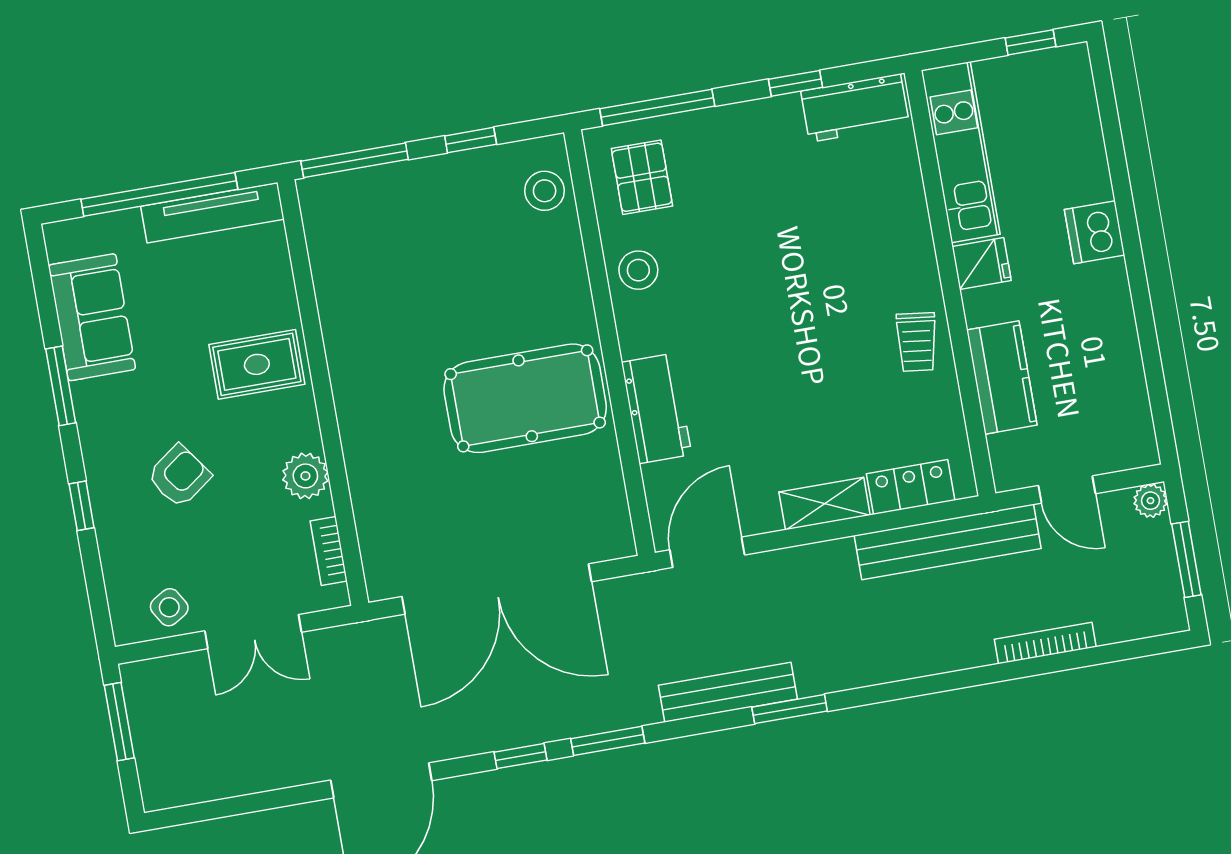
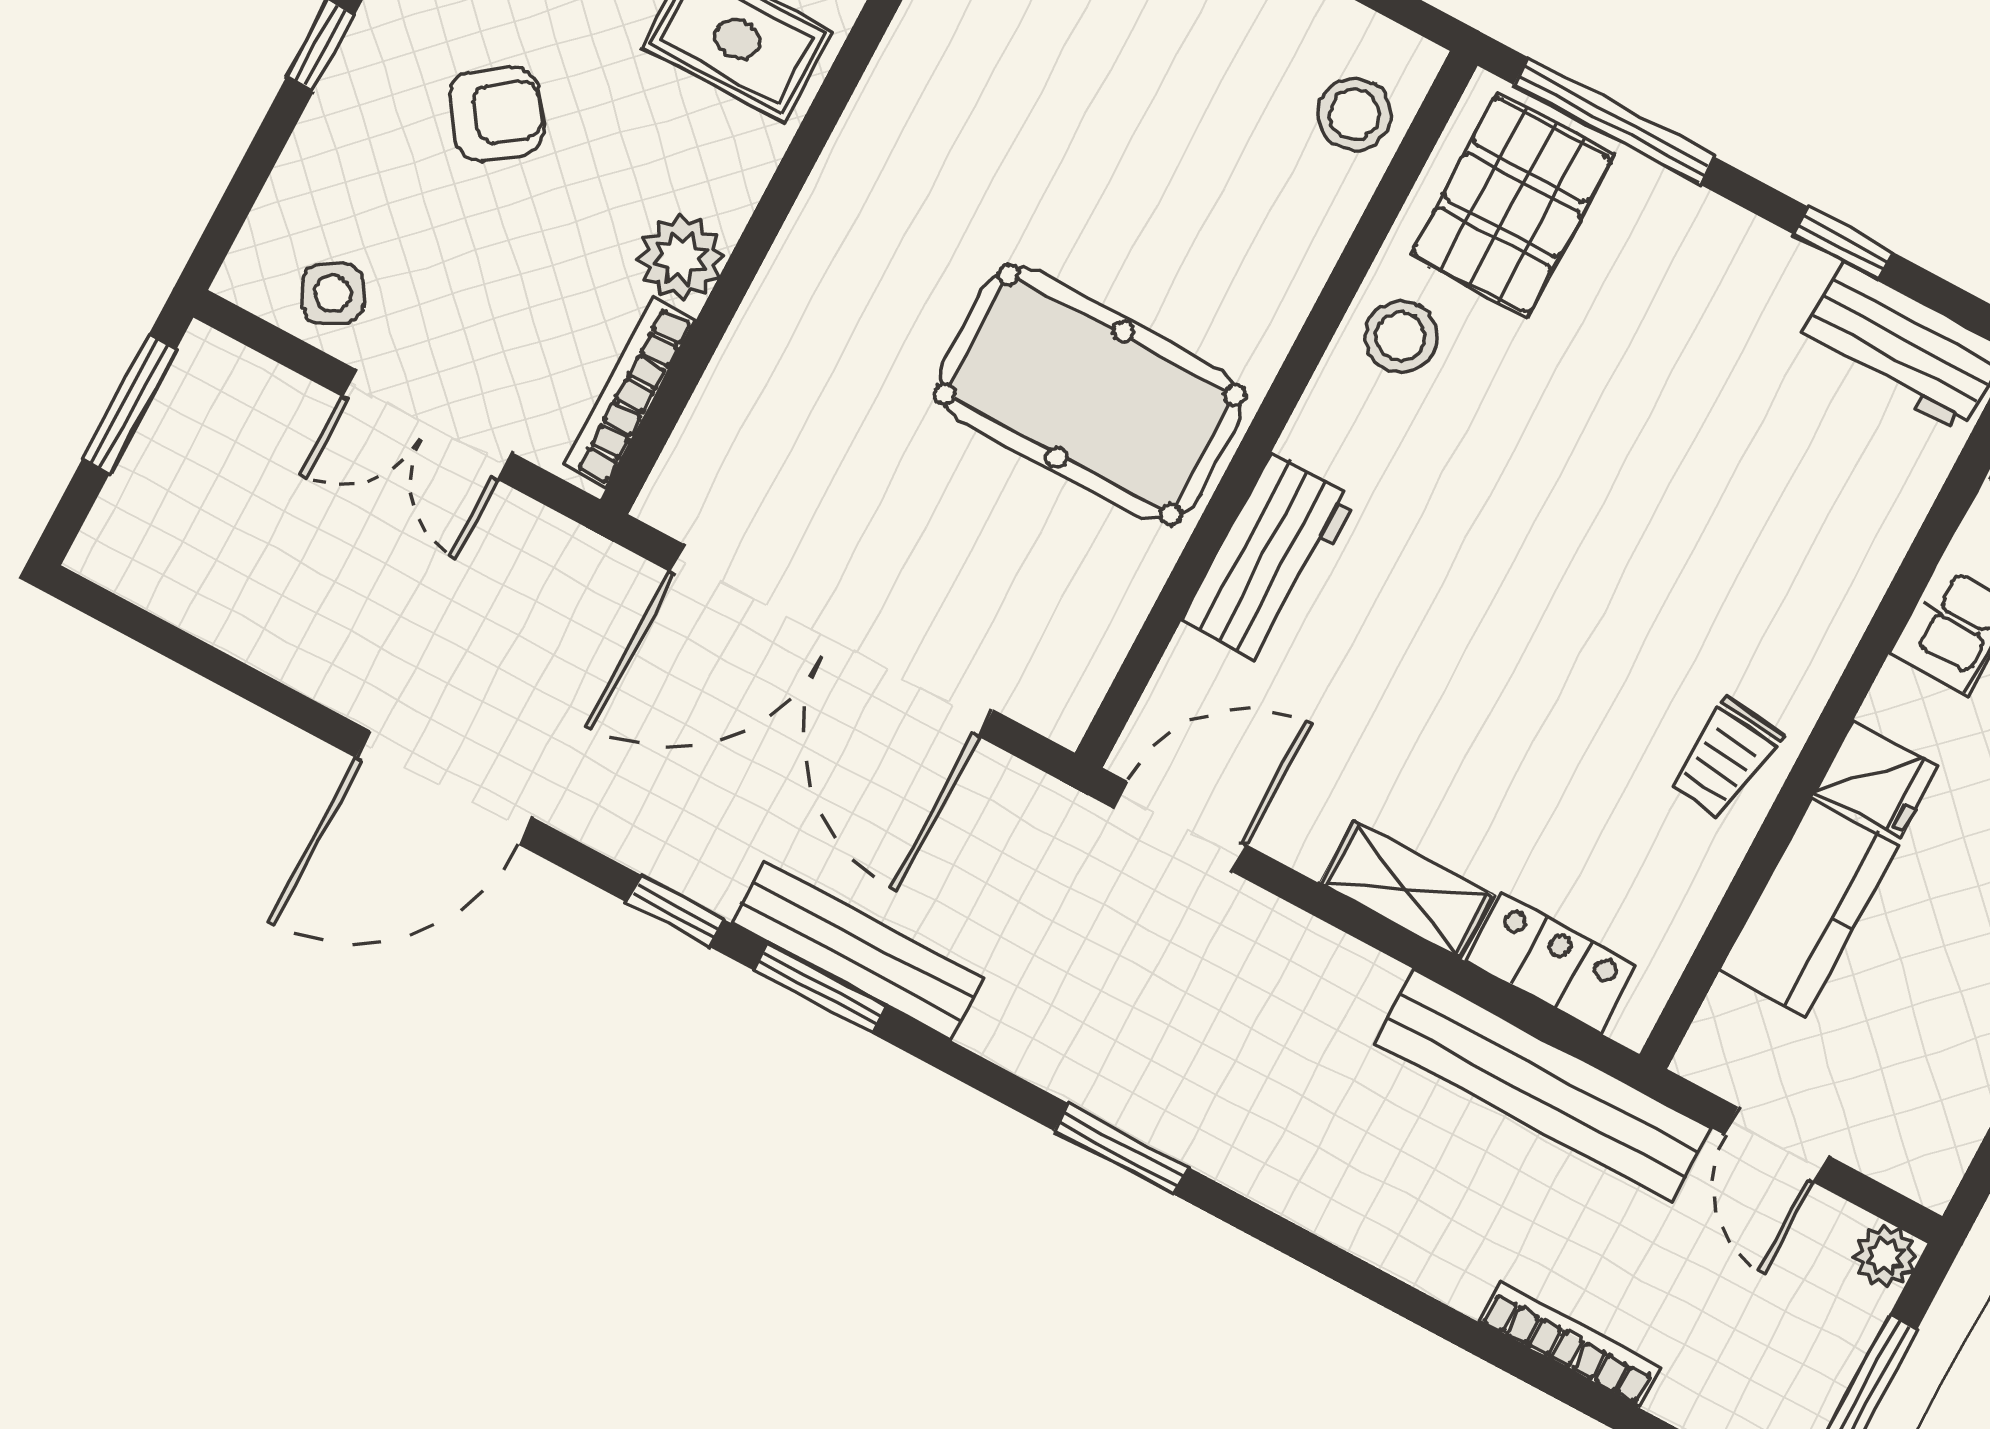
pallet: (642, 177) -> (1512, 205), width x1.50, depth x1.42
fridge: (982, 263) -> (1877, 779), moved
bookcase: (329, 551) -> (629, 393), width x1.56
bench: (728, 692) -> (857, 951), moved

